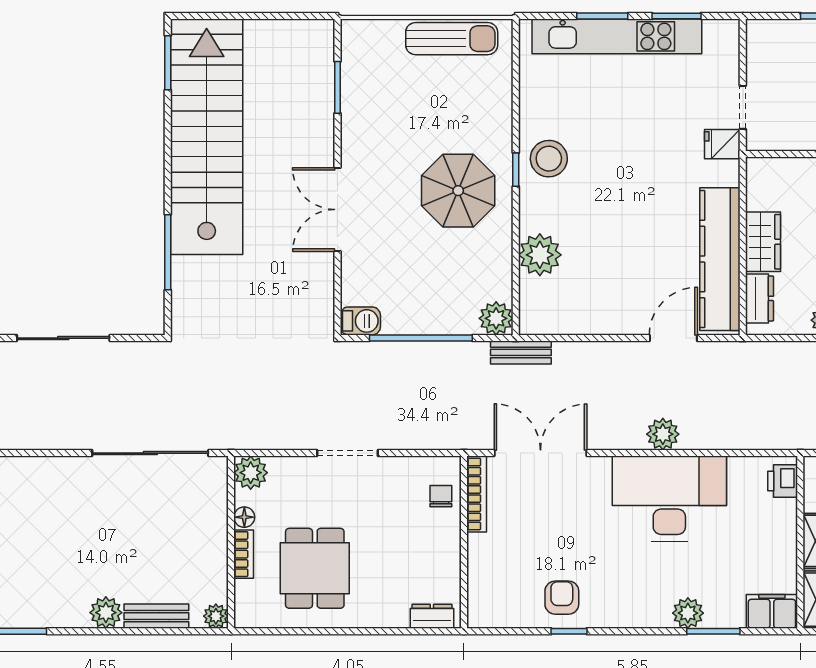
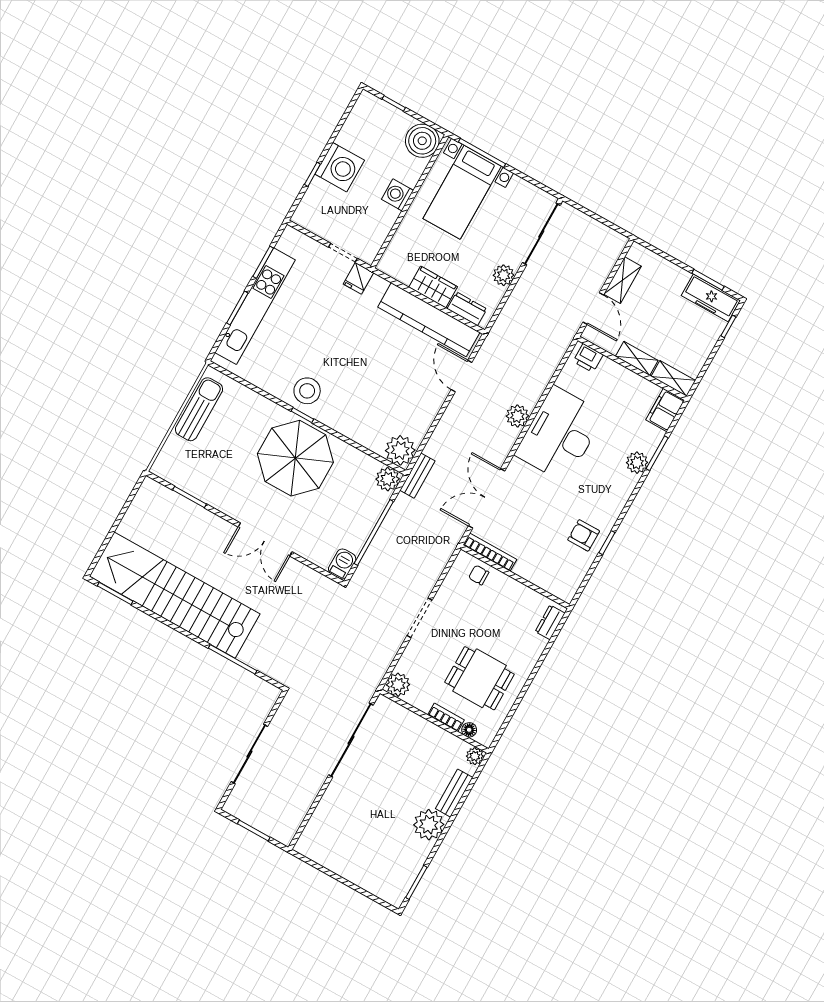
parasol: (458, 191) -> (295, 458), width x1.36, depth x1.36
plant: (540, 255) -> (400, 450), moved
floor lamp: (244, 517) -> (469, 730), moved
plant: (106, 613) -> (429, 825), width x1.36, depth x1.36

